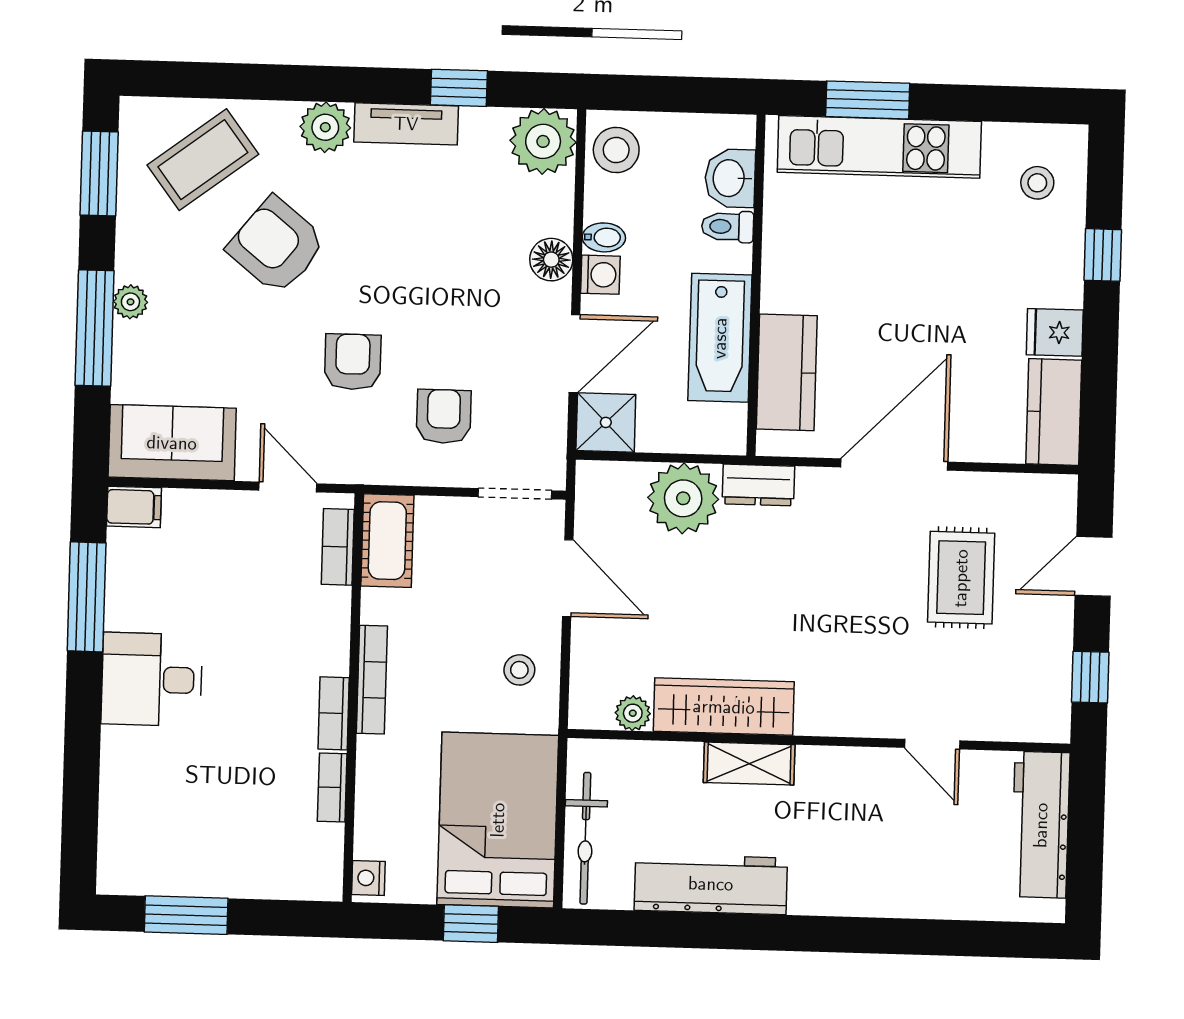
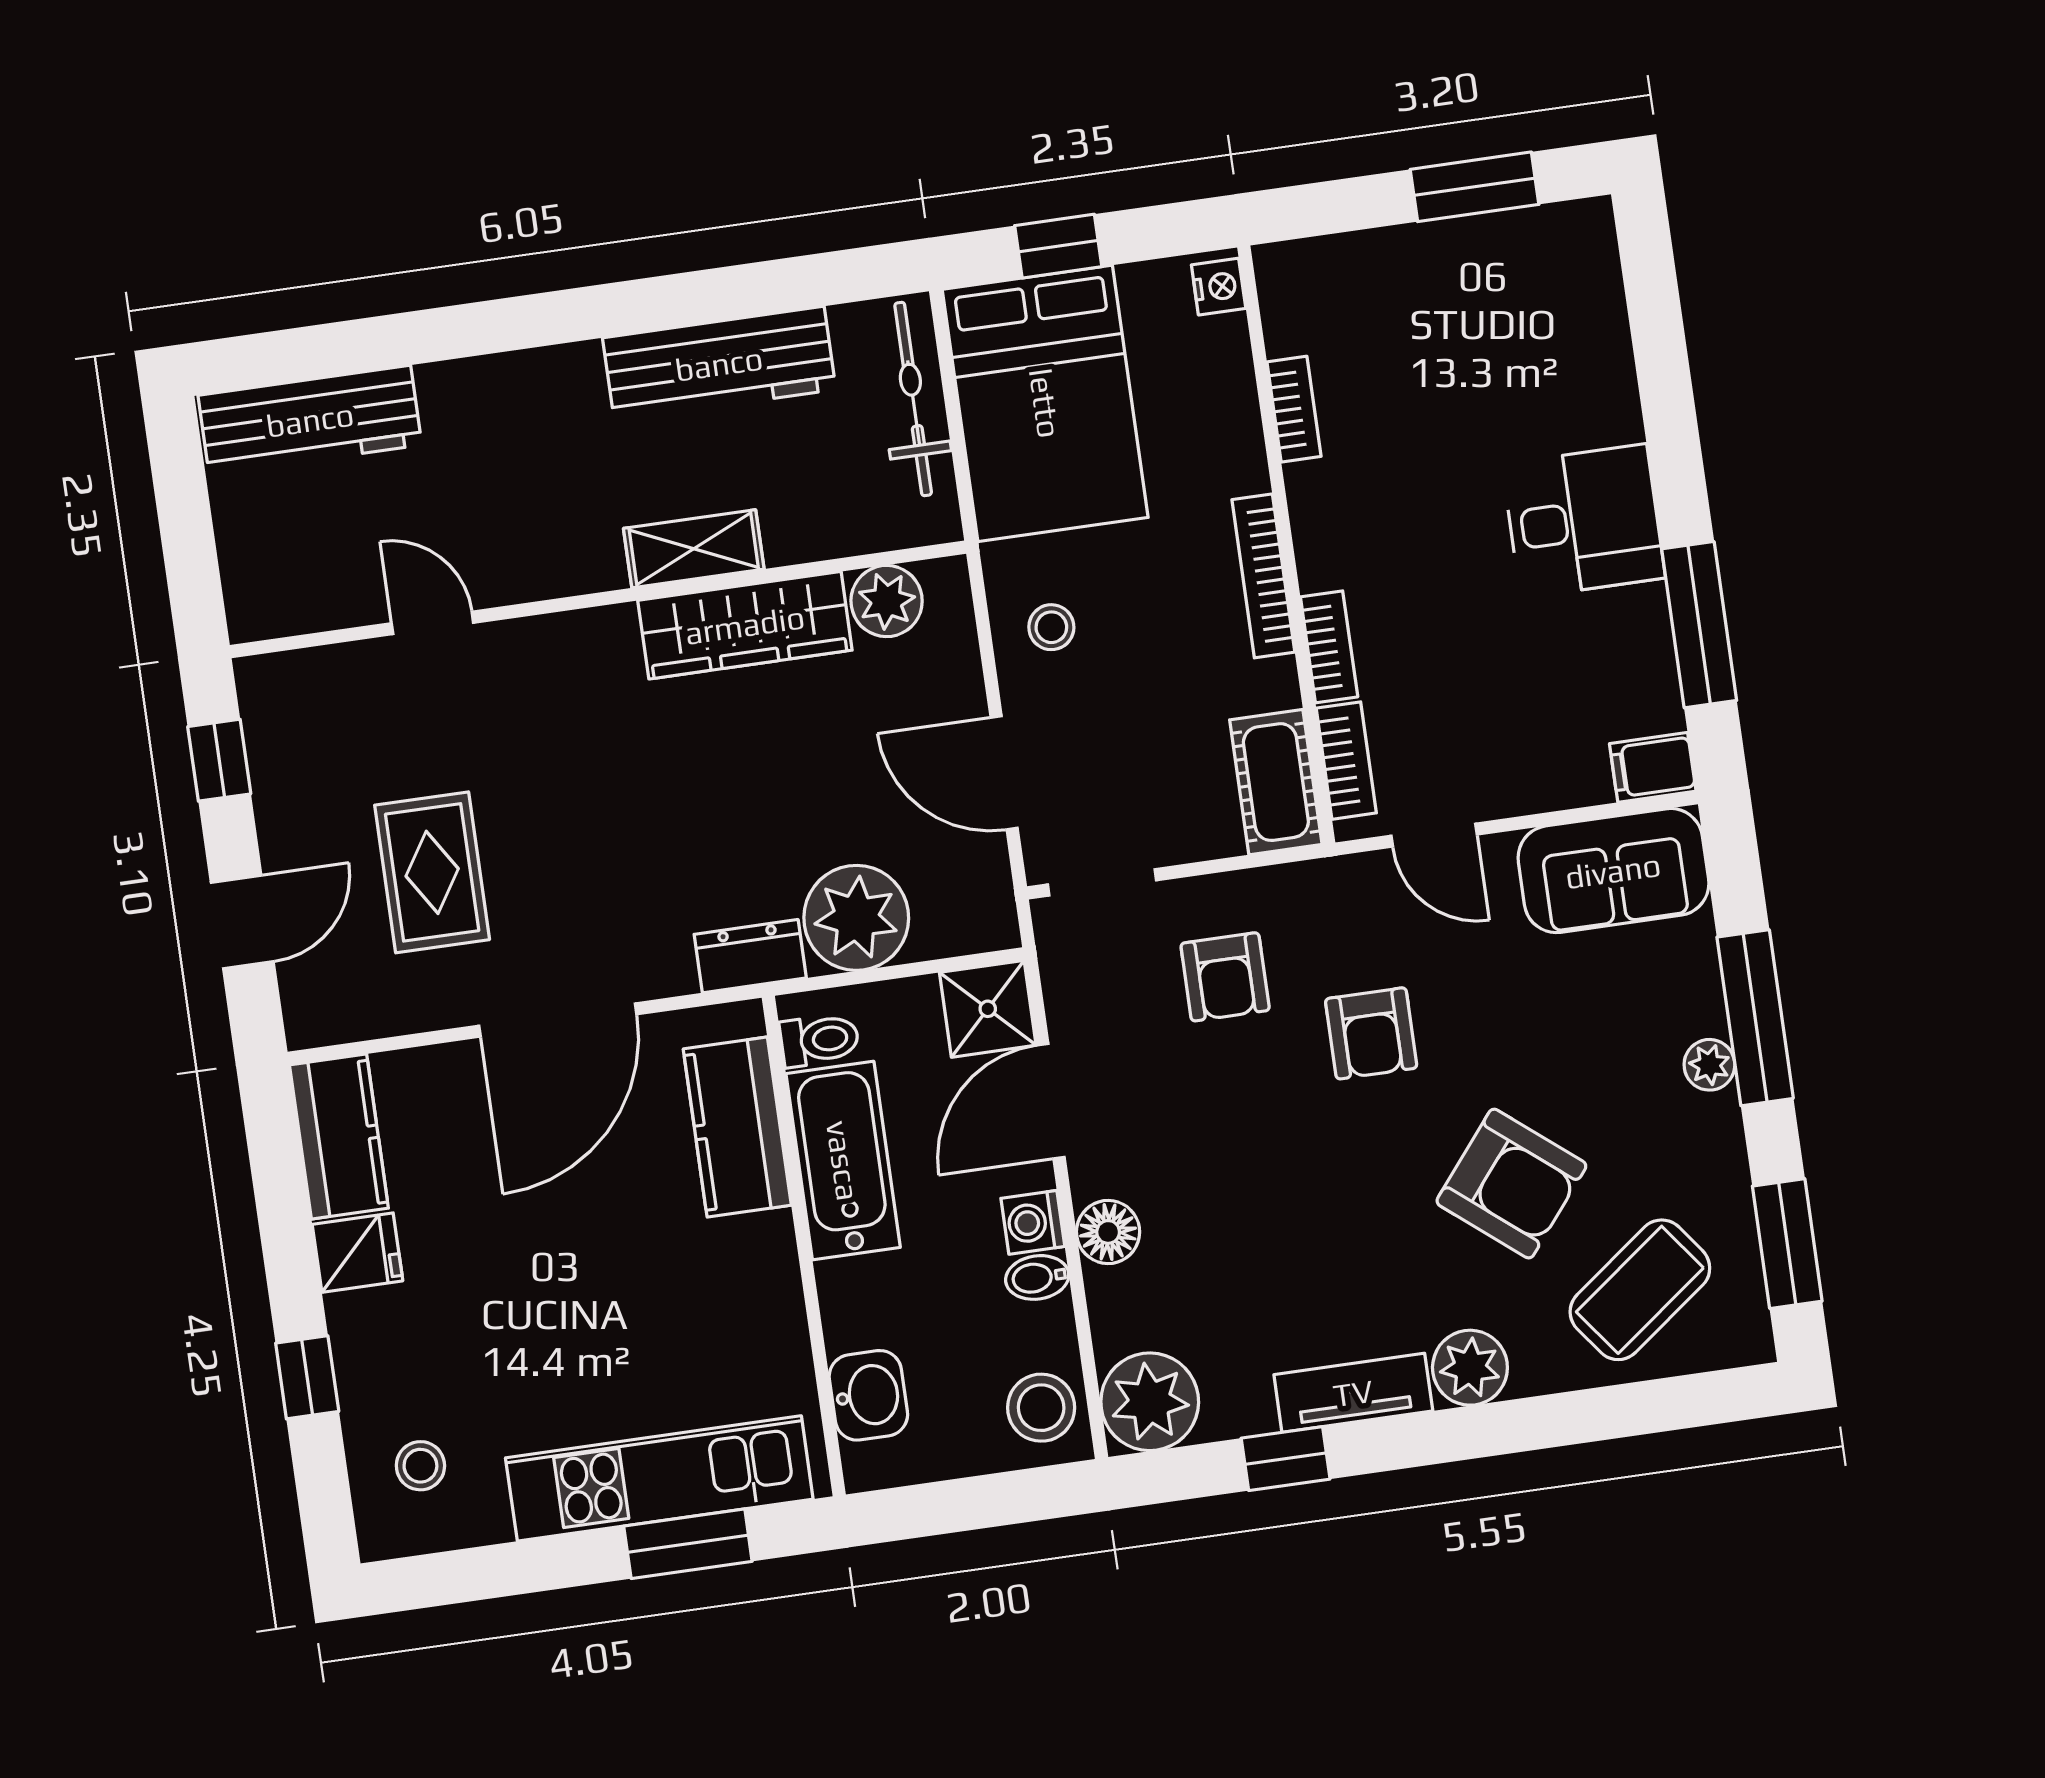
toilet: (728, 227) -> (820, 1040), moved
bookcase: (334, 713) -> (1329, 647), moved
plant: (633, 713) -> (887, 601), width x1.38, depth x1.38
workbench: (1041, 825) -> (310, 420), moved, turned 90

